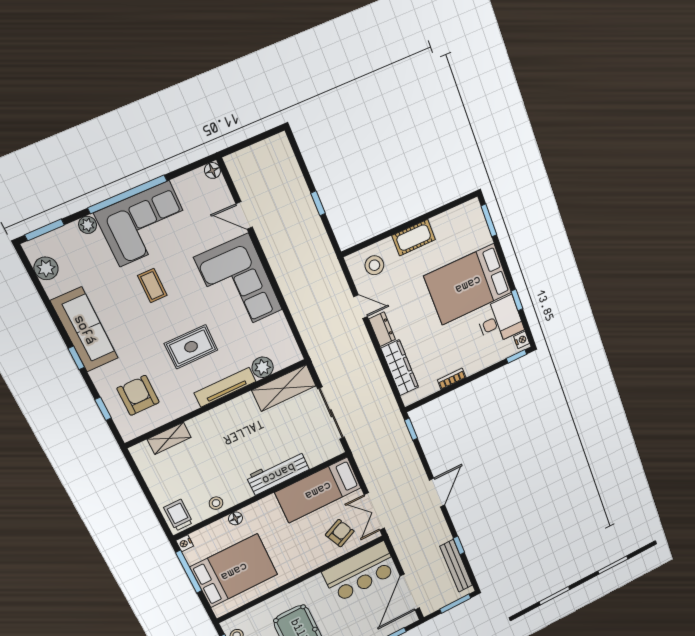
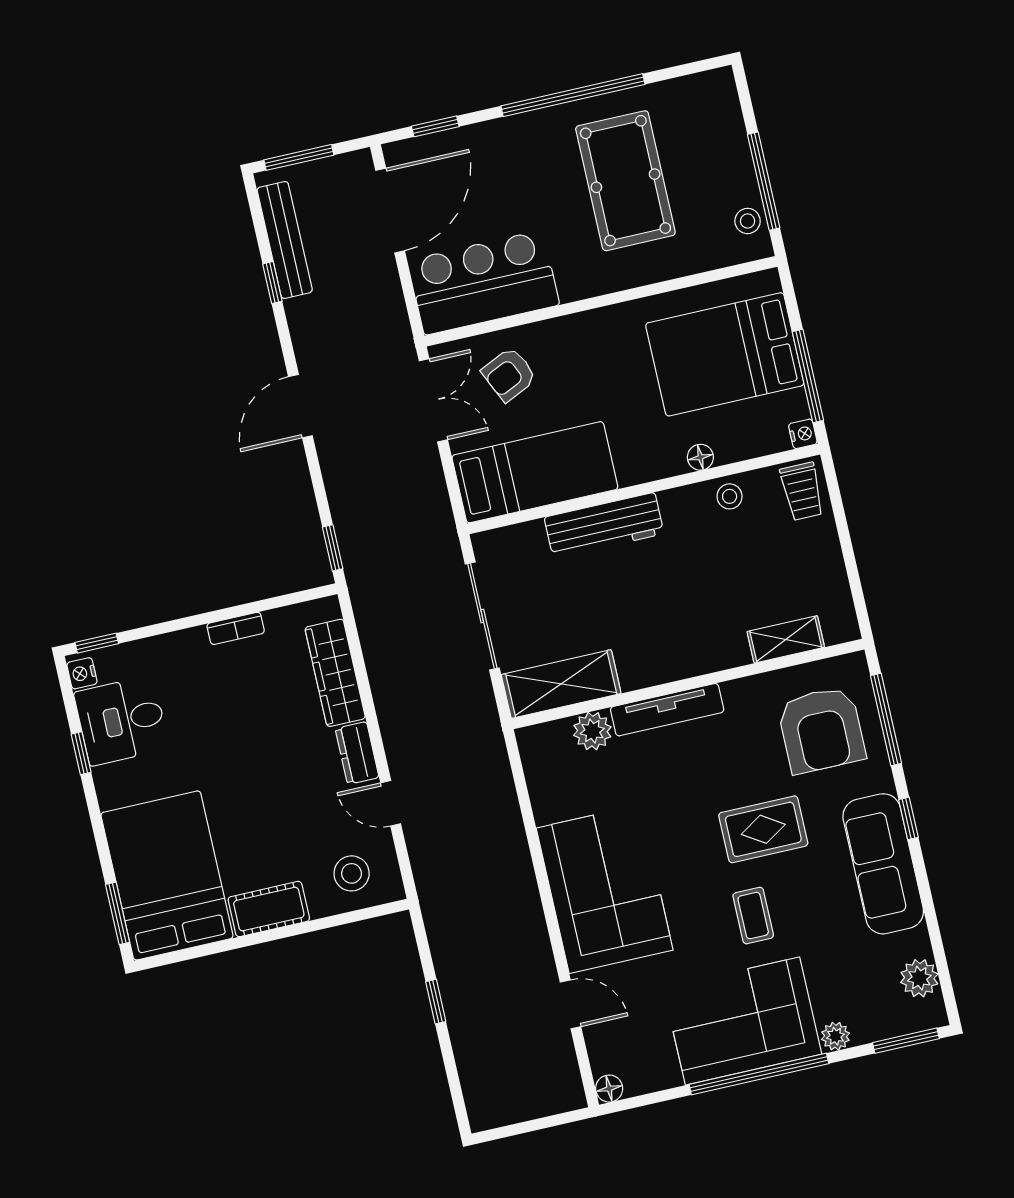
bed: (468, 284) -> (167, 875), moved, turned -90
rug: (191, 347) -> (763, 829), moved
armchair: (138, 395) -> (821, 730), width x1.36, depth x1.36
window: (103, 409) -> (886, 720), width x2.17

